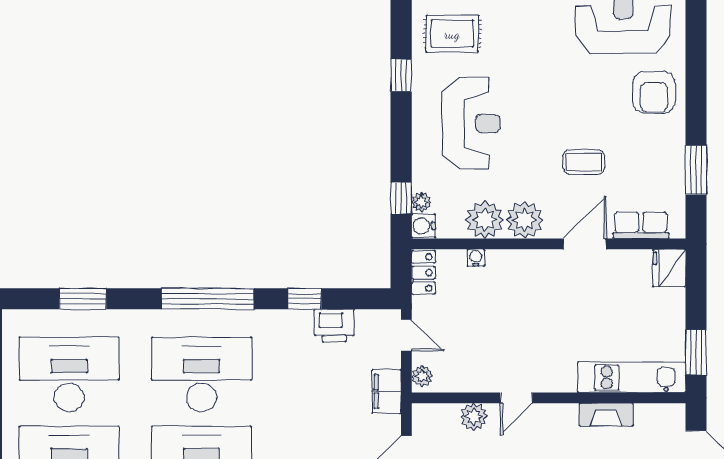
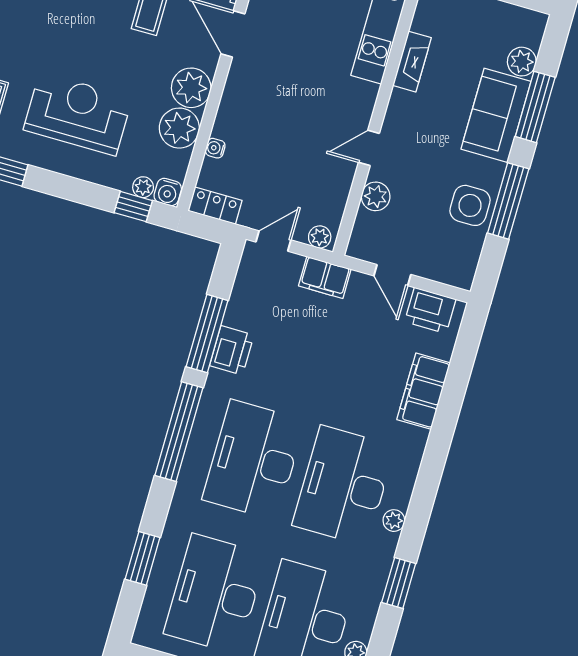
window: (305, 299) -> (207, 334), width x2.17
printer: (334, 326) -> (232, 350), moved
door: (516, 398) -> (369, 148), swing flipped

